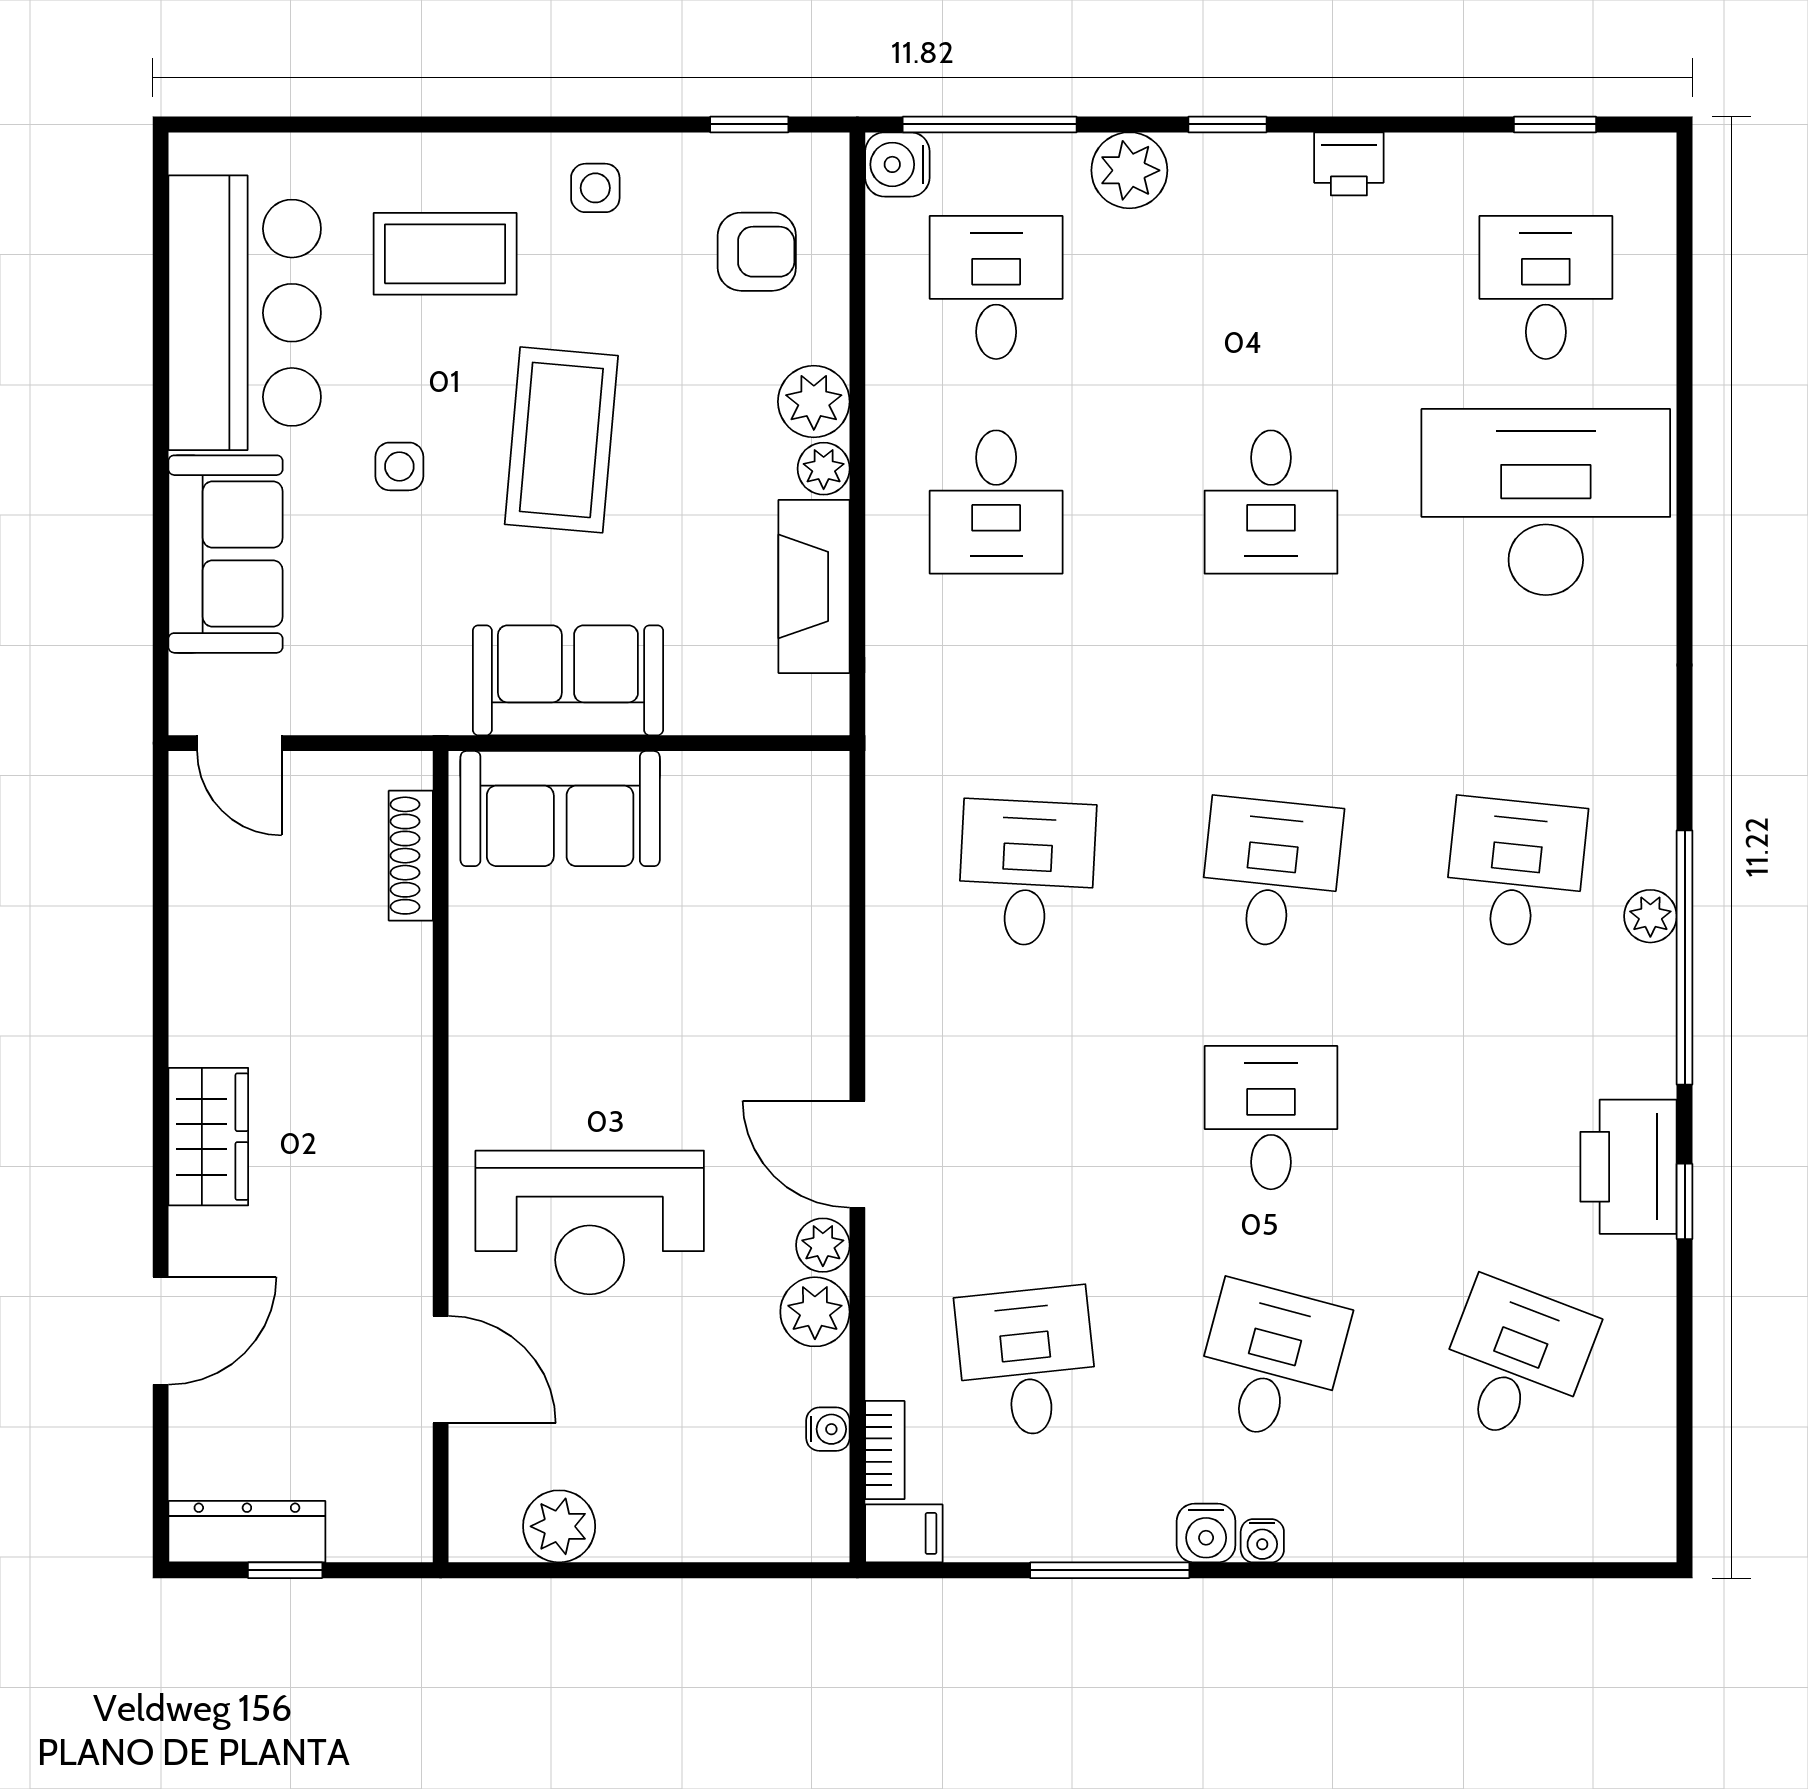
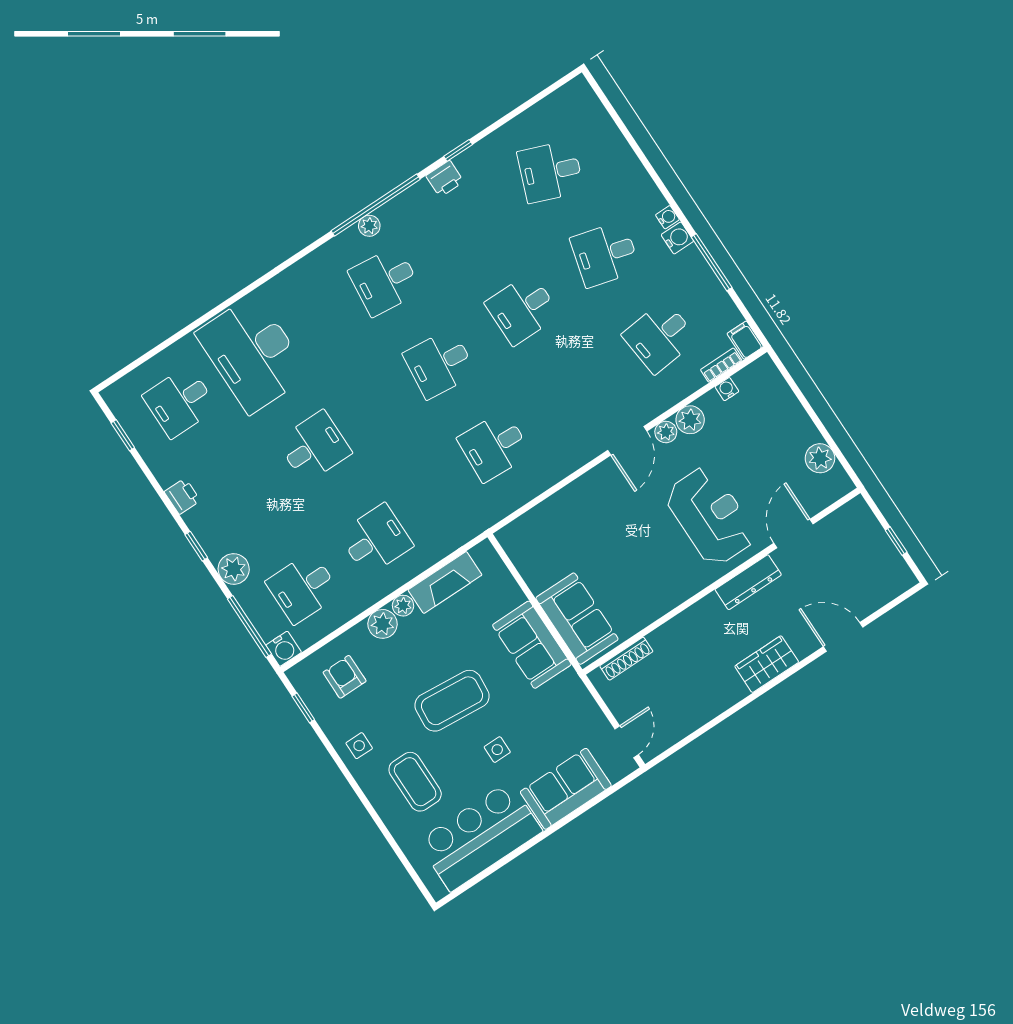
printer: (1628, 1167) -> (445, 179), width x0.53, depth x0.68
dresser: (247, 1532) -> (748, 582), moved, turned -90

